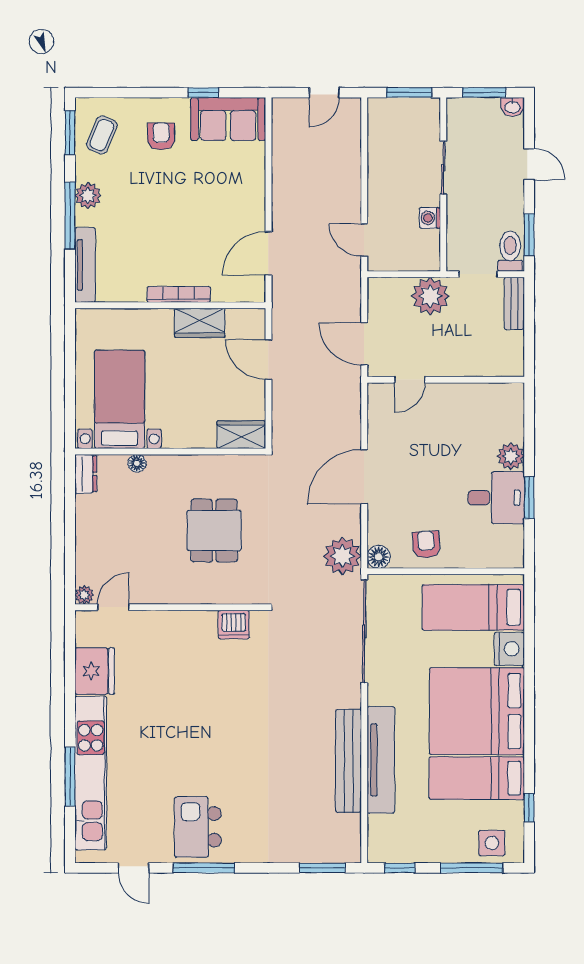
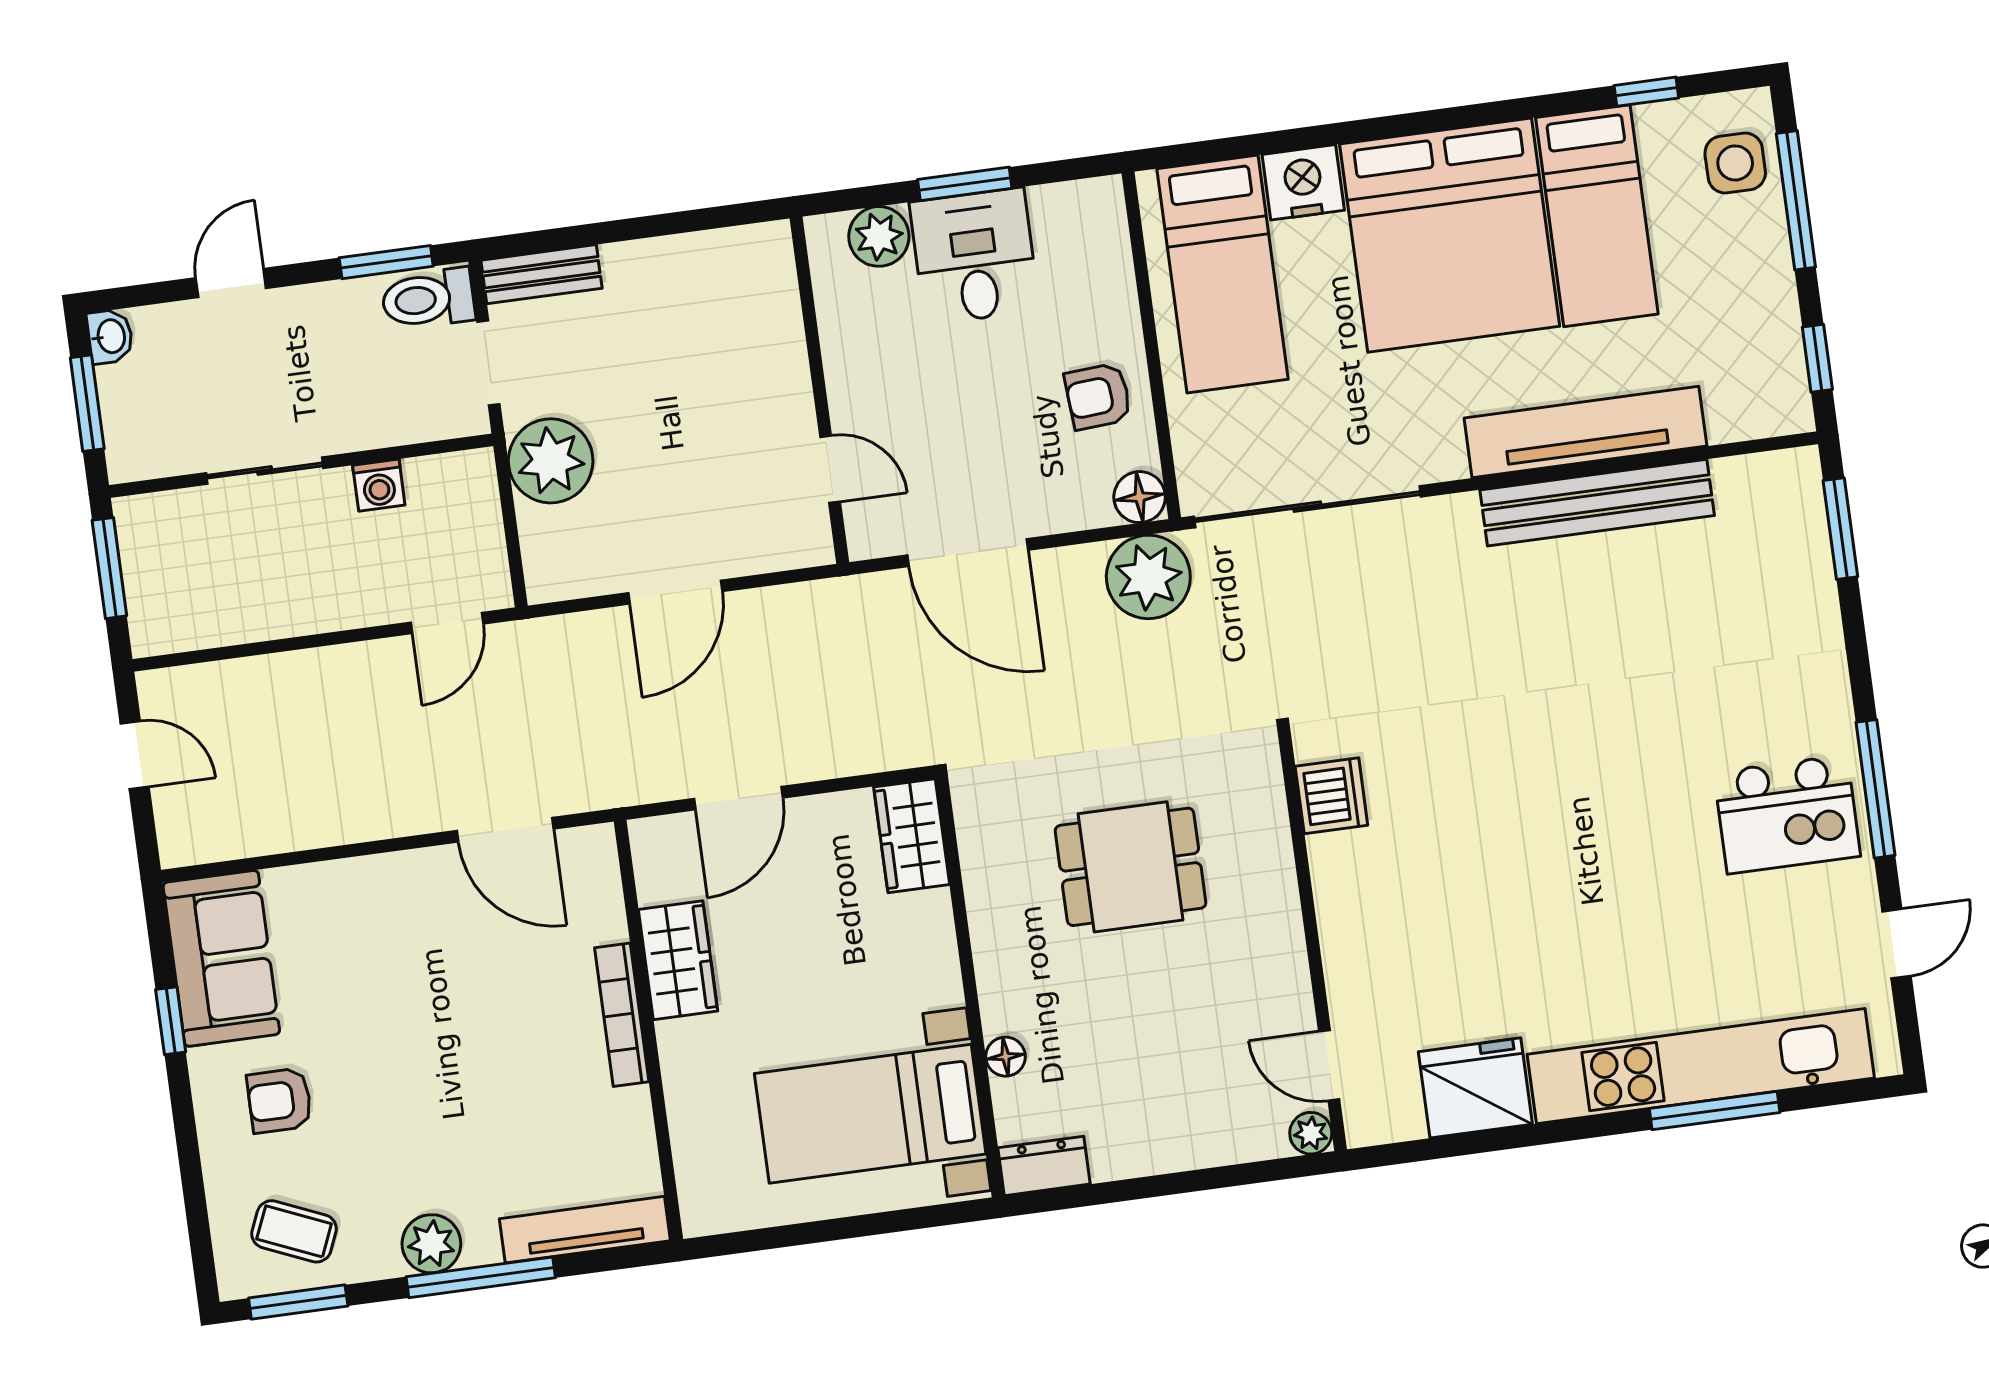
door: (410, 380) -> (830, 469), moved
wall: (446, 380) -> (819, 390), moved

